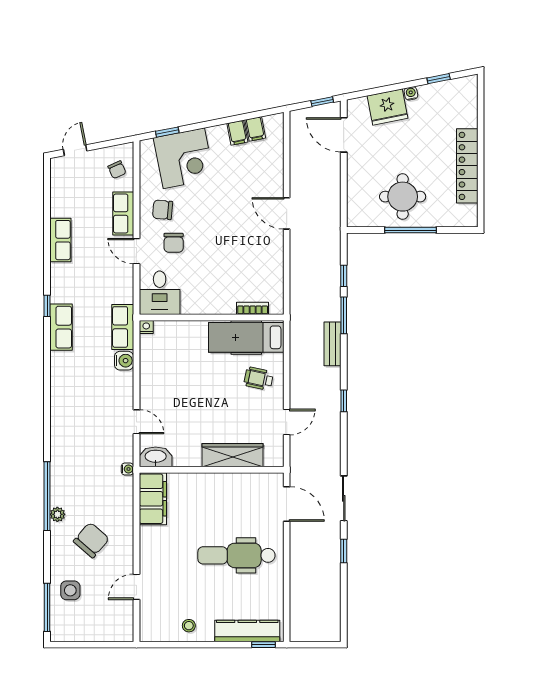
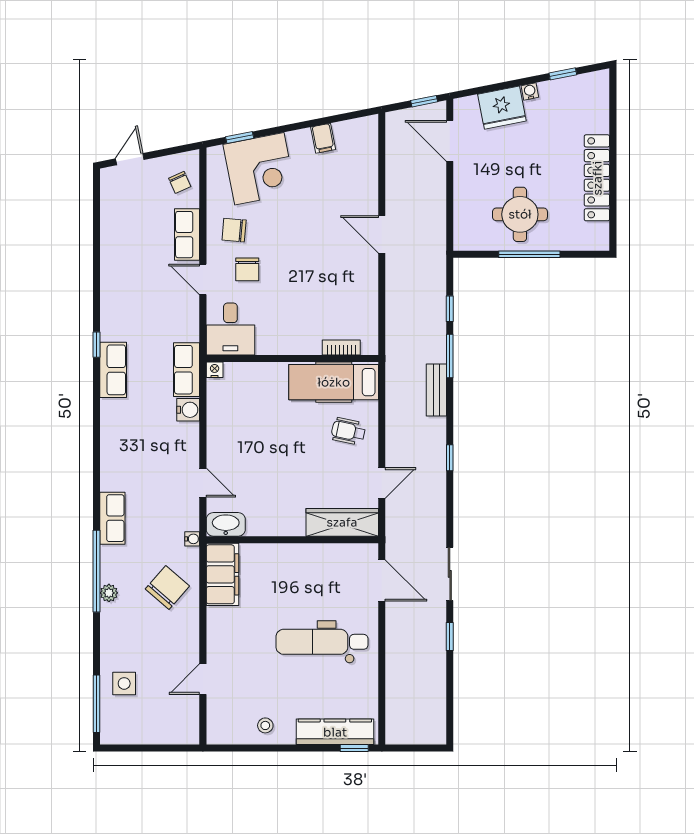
filing cabinet: (255, 129) -> (344, 134), removed
row of seats: (60, 240) -> (112, 518), moved
wardrobe: (233, 455) -> (342, 522), moved
chair: (91, 540) -> (167, 588), moved

